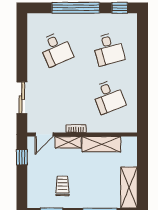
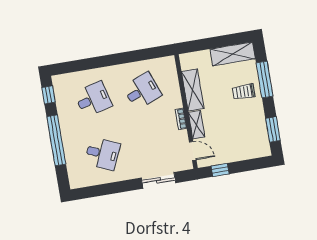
desk: (56, 49) -> (102, 154), turned 48
trolley: (63, 186) -> (244, 92), moved

